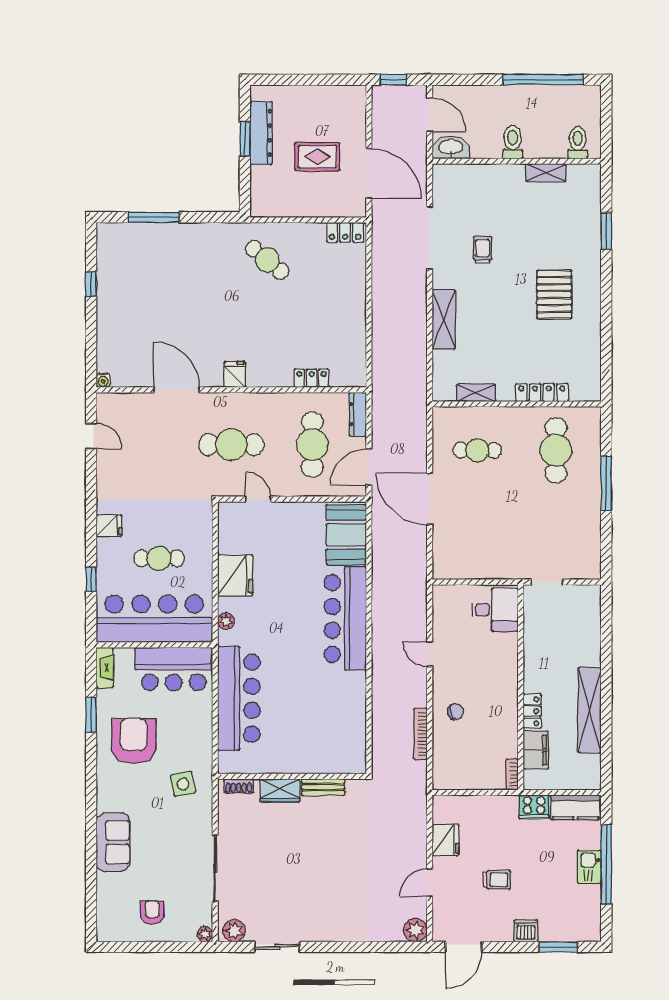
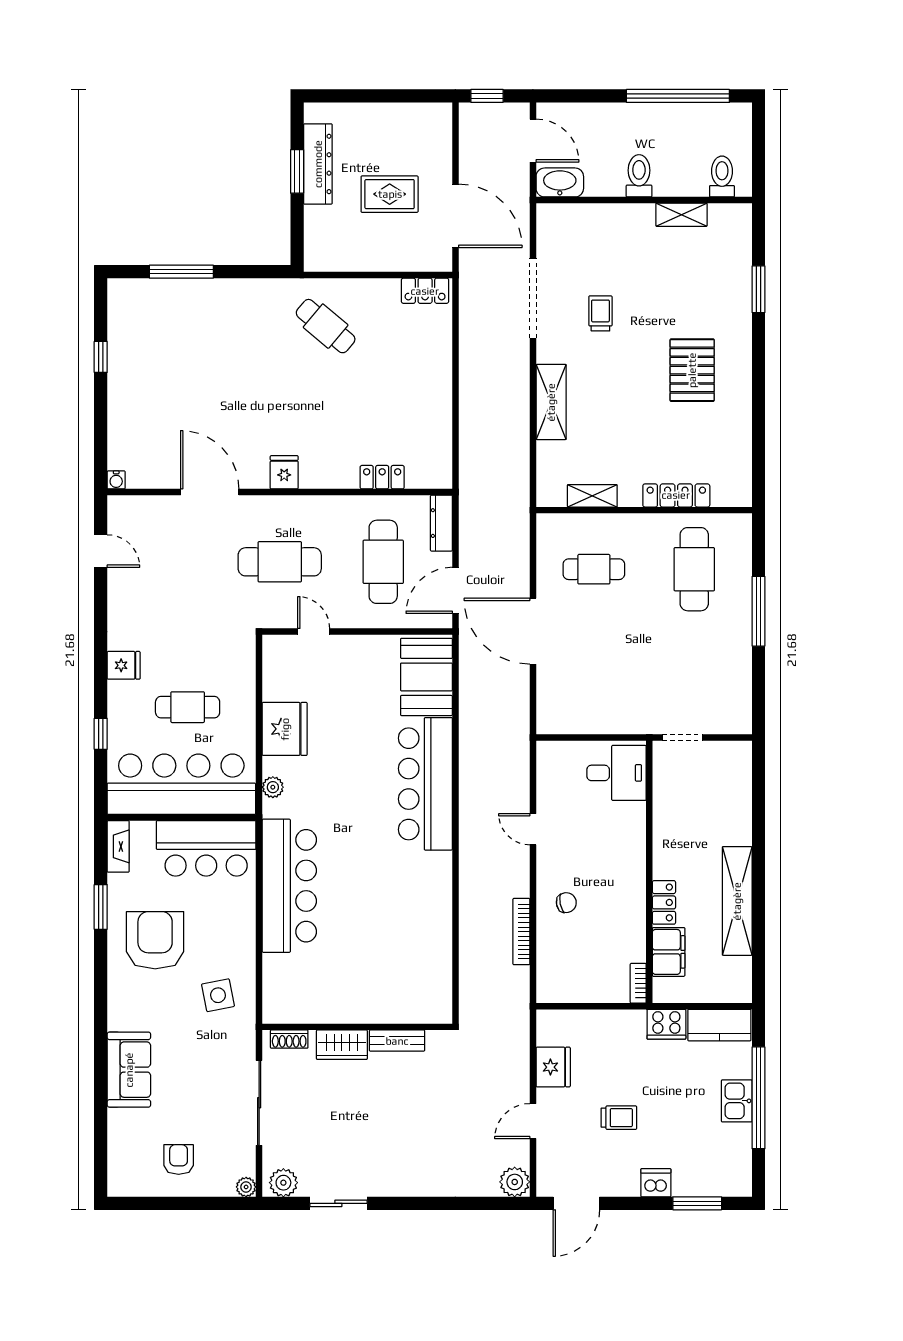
wall: (292, 776) -> (357, 1027), moved
shoe rack: (239, 786) -> (289, 1039), moved
bench: (323, 787) -> (397, 1041), moved
wardrobe: (280, 790) -> (342, 1045), moved

